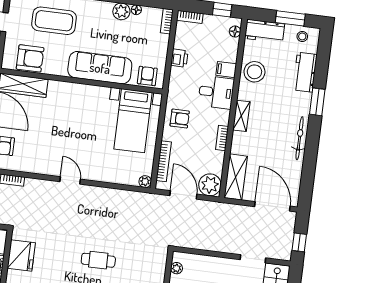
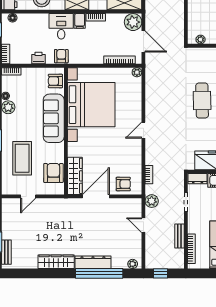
filing cabinet: (226, 70) -> (80, 21), moved
armchair: (180, 119) -> (61, 56), moved
bed with nightstands: (133, 121) -> (91, 105), width x1.85
door: (183, 195) -> (143, 41), swing flipped
cafe table: (98, 260) -> (202, 101), width x1.37, depth x1.35

